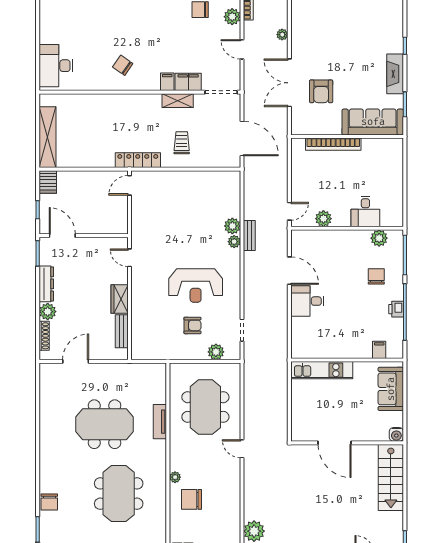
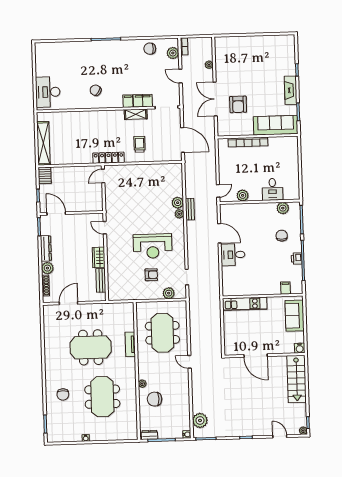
chair: (49, 502) -> (63, 394), moved

